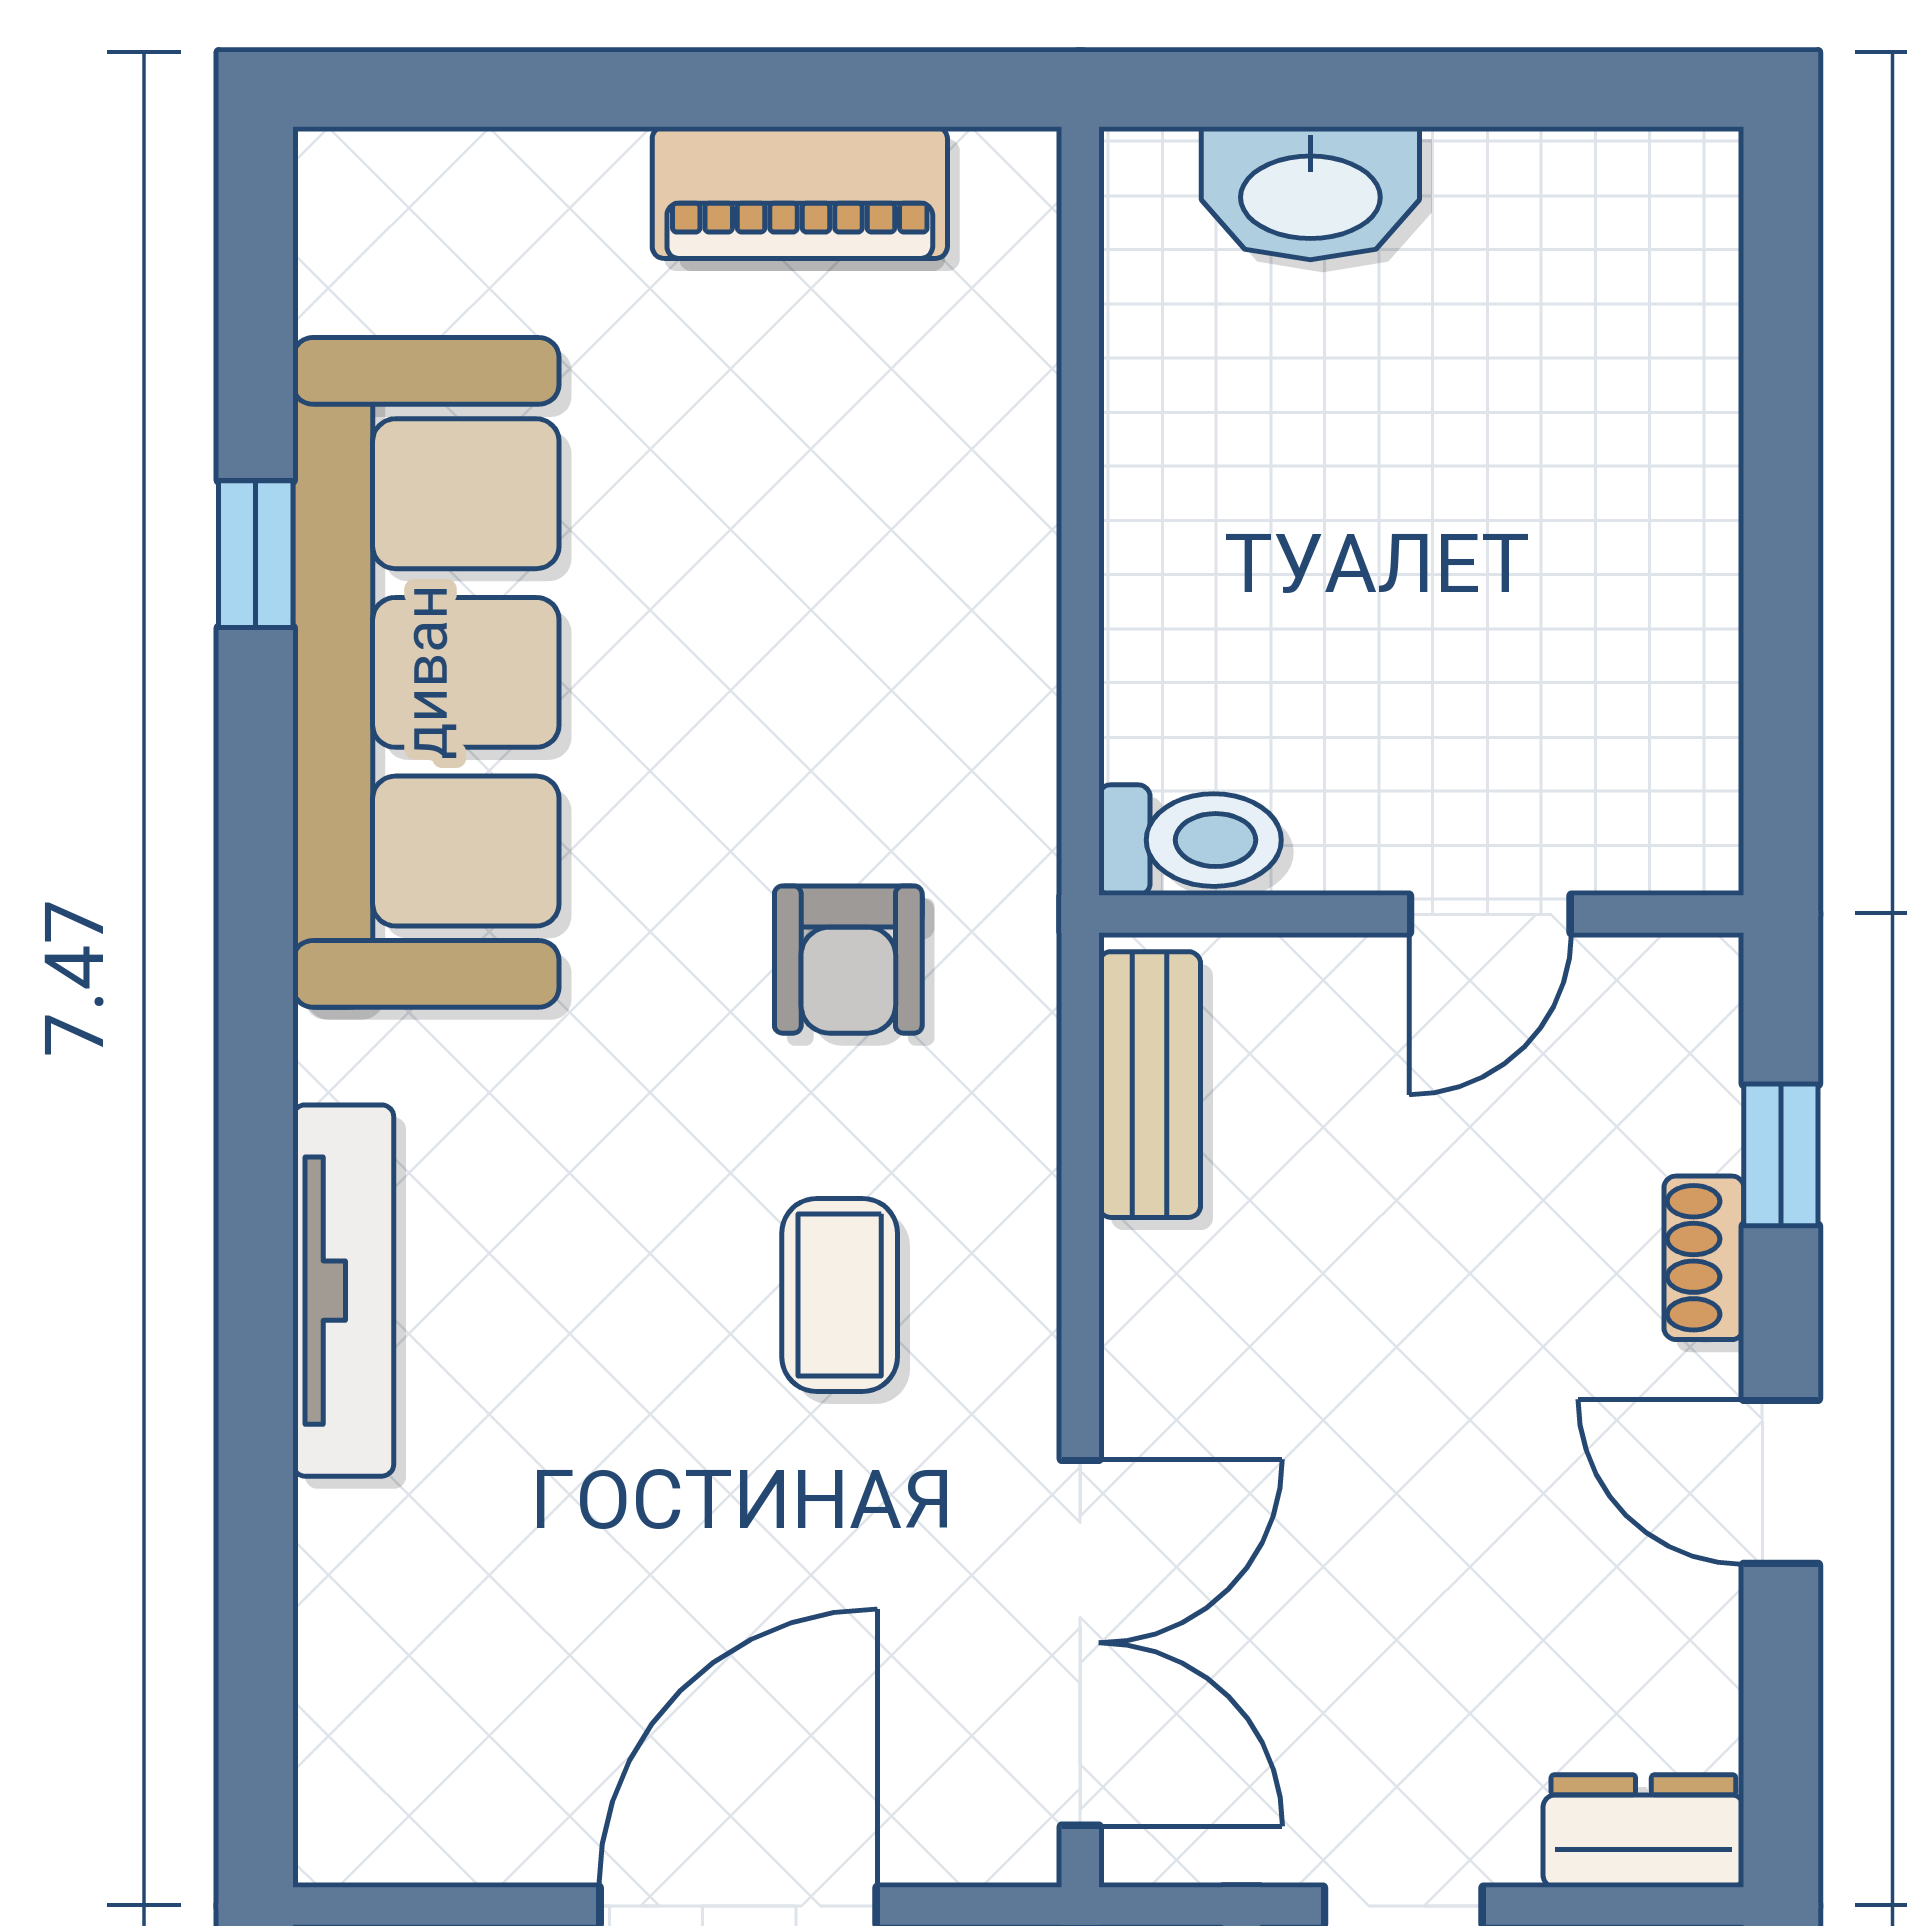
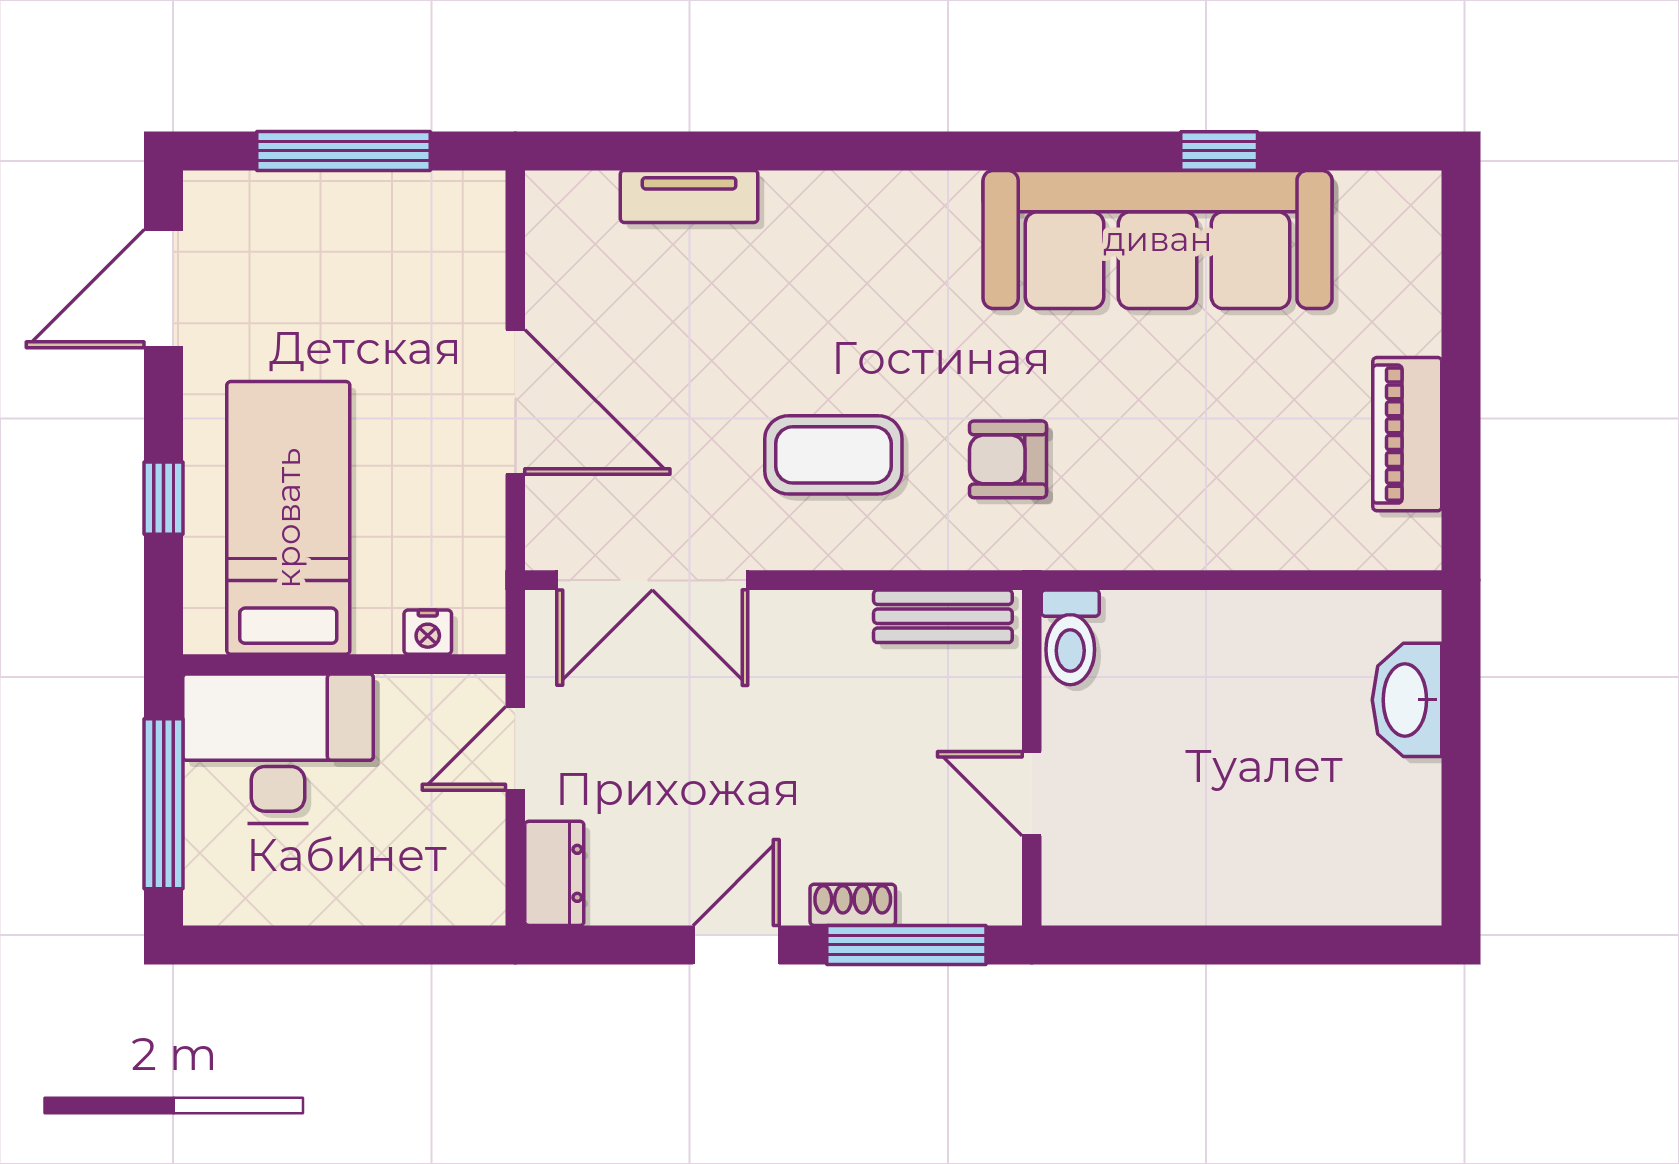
window: (1781, 1155) -> (906, 945), width x2.17
tv unit: (343, 1291) -> (689, 196), moved, width x0.71
coffee table: (840, 1295) -> (833, 455), width x1.36, depth x1.30

